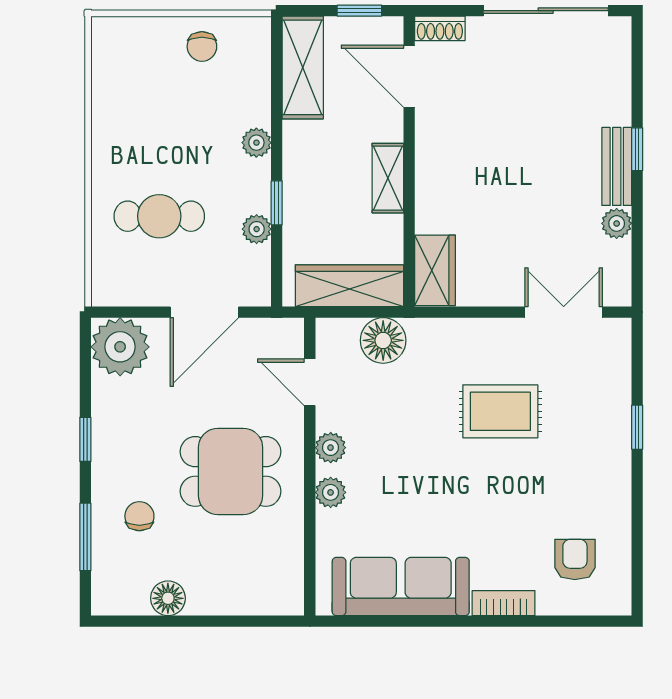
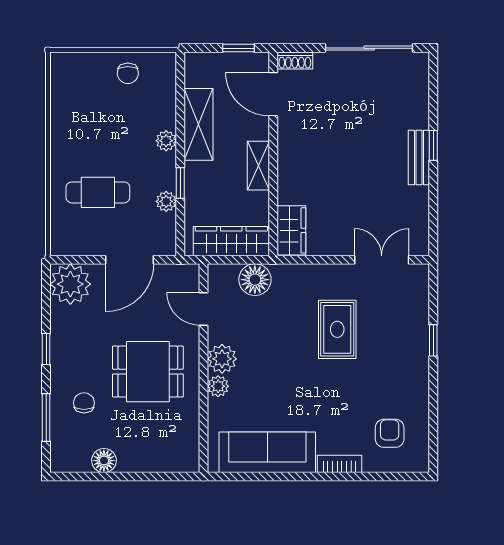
shelving: (303, 67) -> (199, 124), moved
plant: (617, 223) -> (419, 197), removed
rug: (500, 411) -> (337, 329), turned 90
plant: (331, 448) -> (222, 359), width x1.38, depth x1.38

